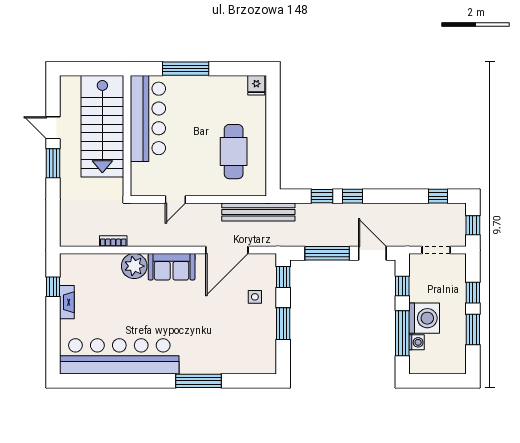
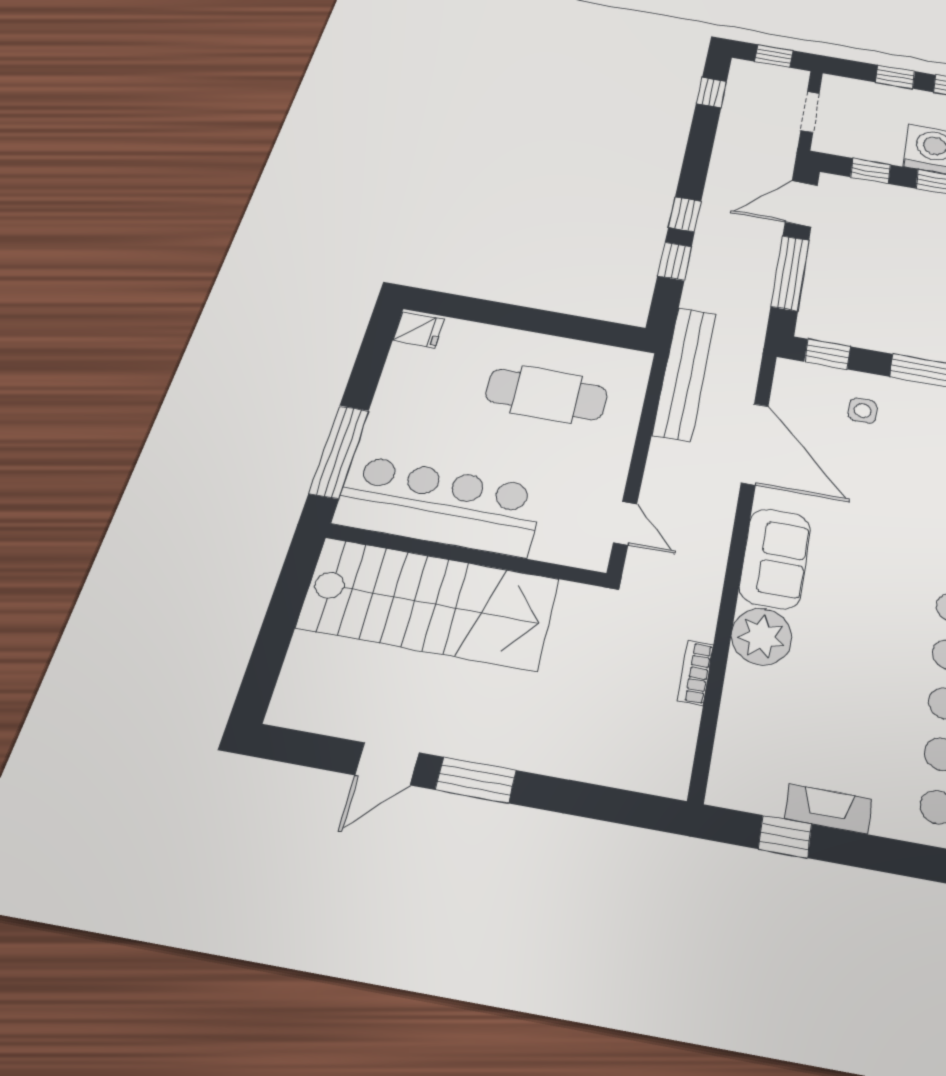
bar counter: (148, 118) -> (439, 506), moved
stairs: (102, 126) -> (429, 603), moved
wall: (127, 136) -> (466, 555), moved

